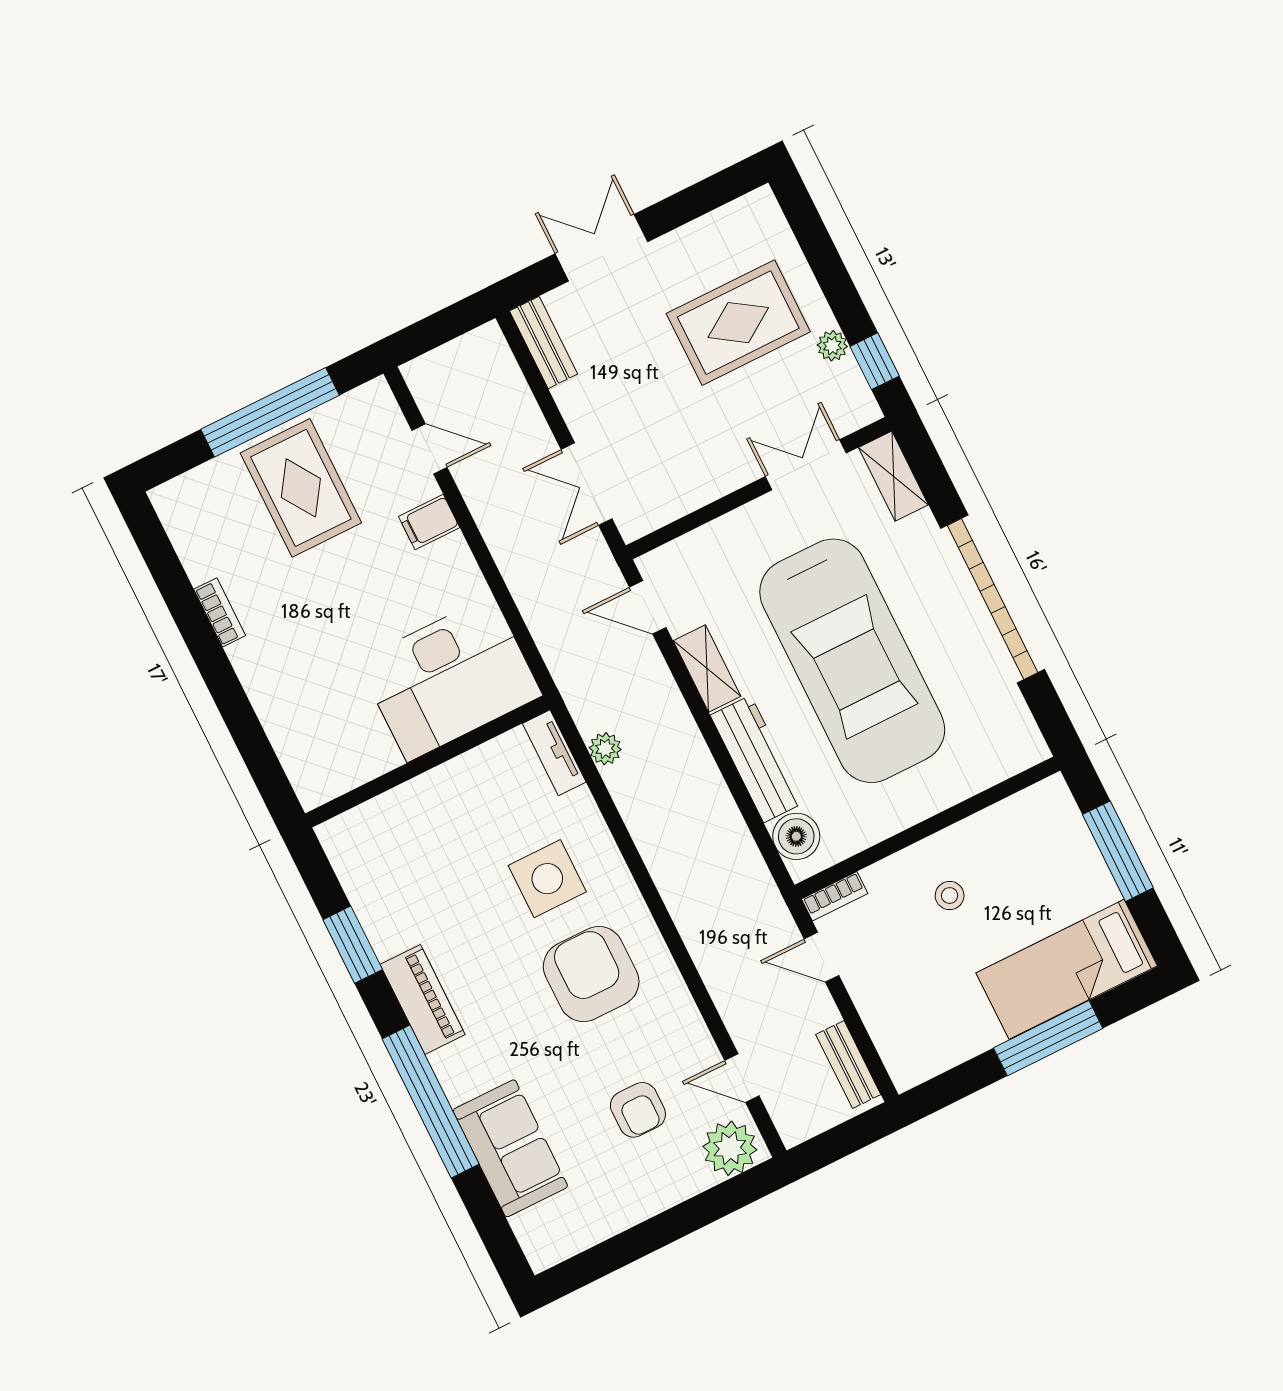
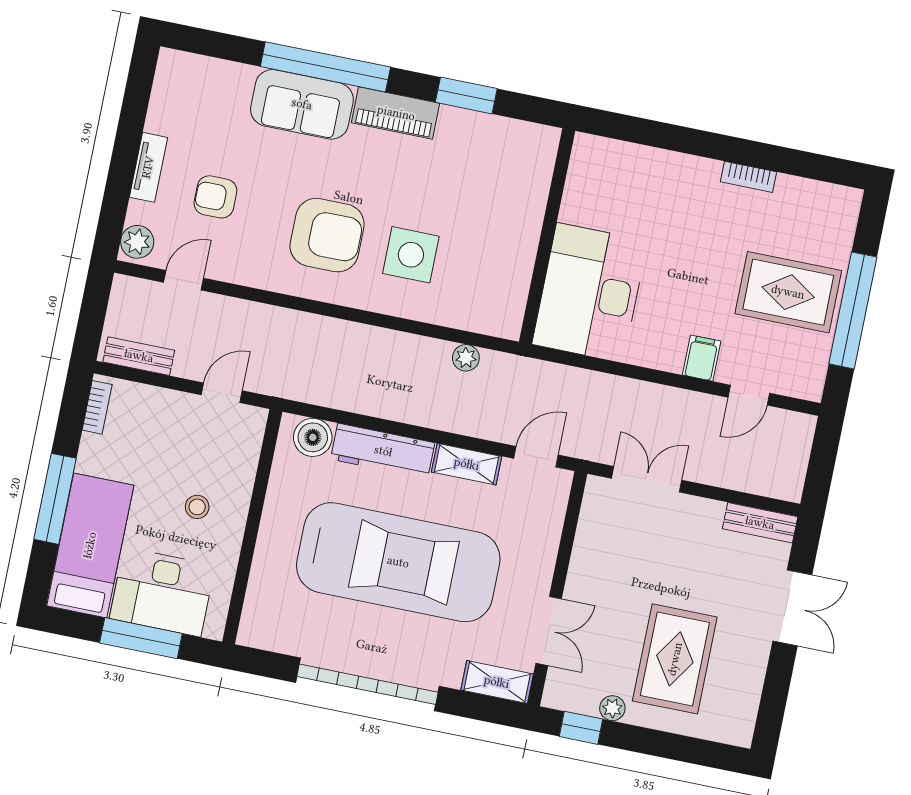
car: (852, 661) -> (398, 562), turned 180
tv unit: (554, 753) -> (148, 167), moved, turned 90
desk: (1058, 865) -> (162, 592), added
bookcase: (835, 896) -> (97, 407), moved, turned 180
sofa: (510, 1148) -> (302, 104), moved
plant: (730, 1148) -> (137, 242), width x0.73, depth x0.73

